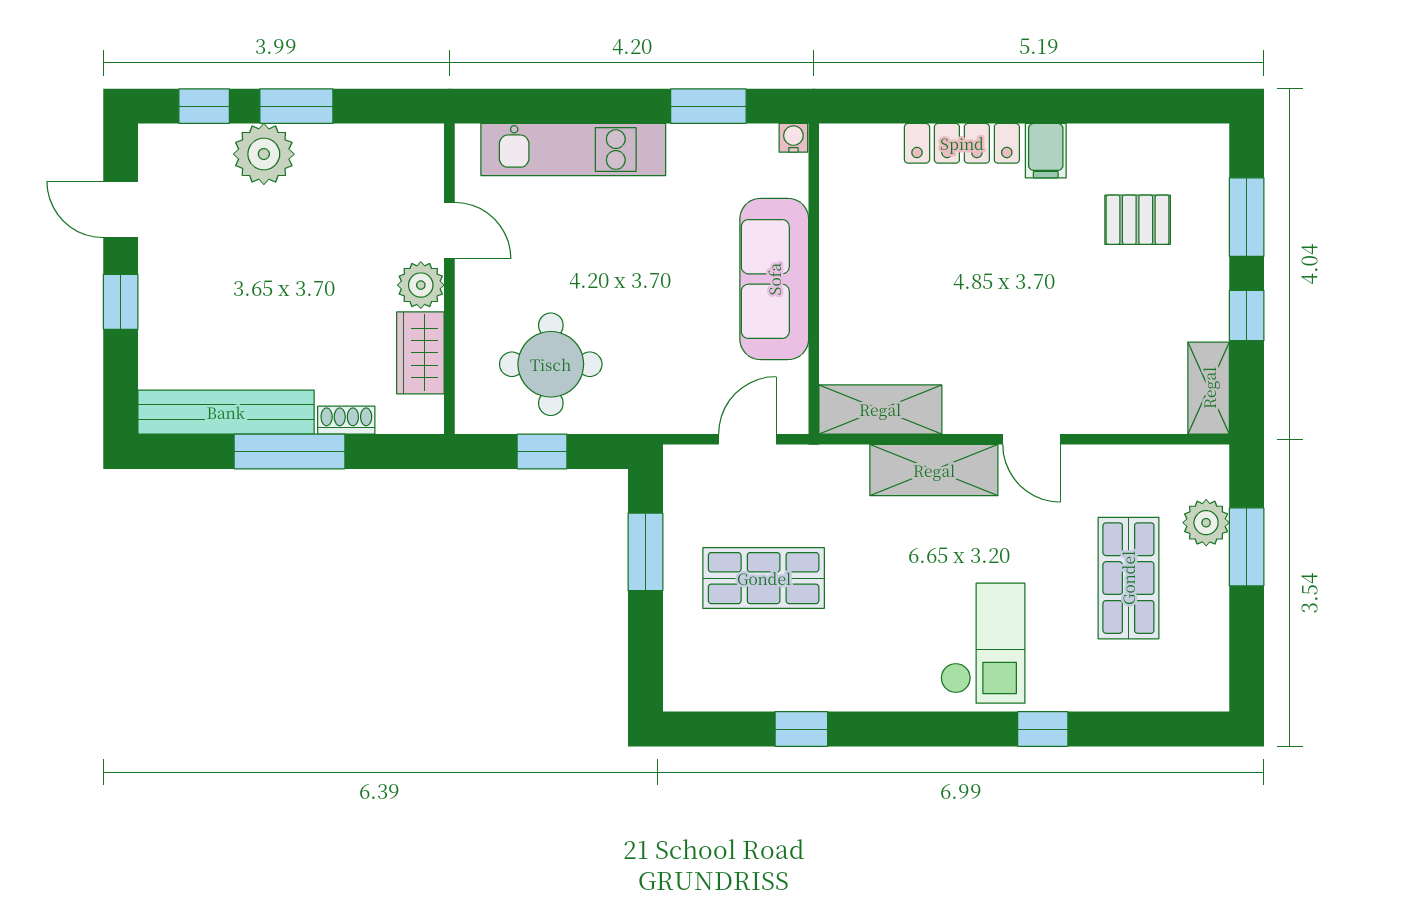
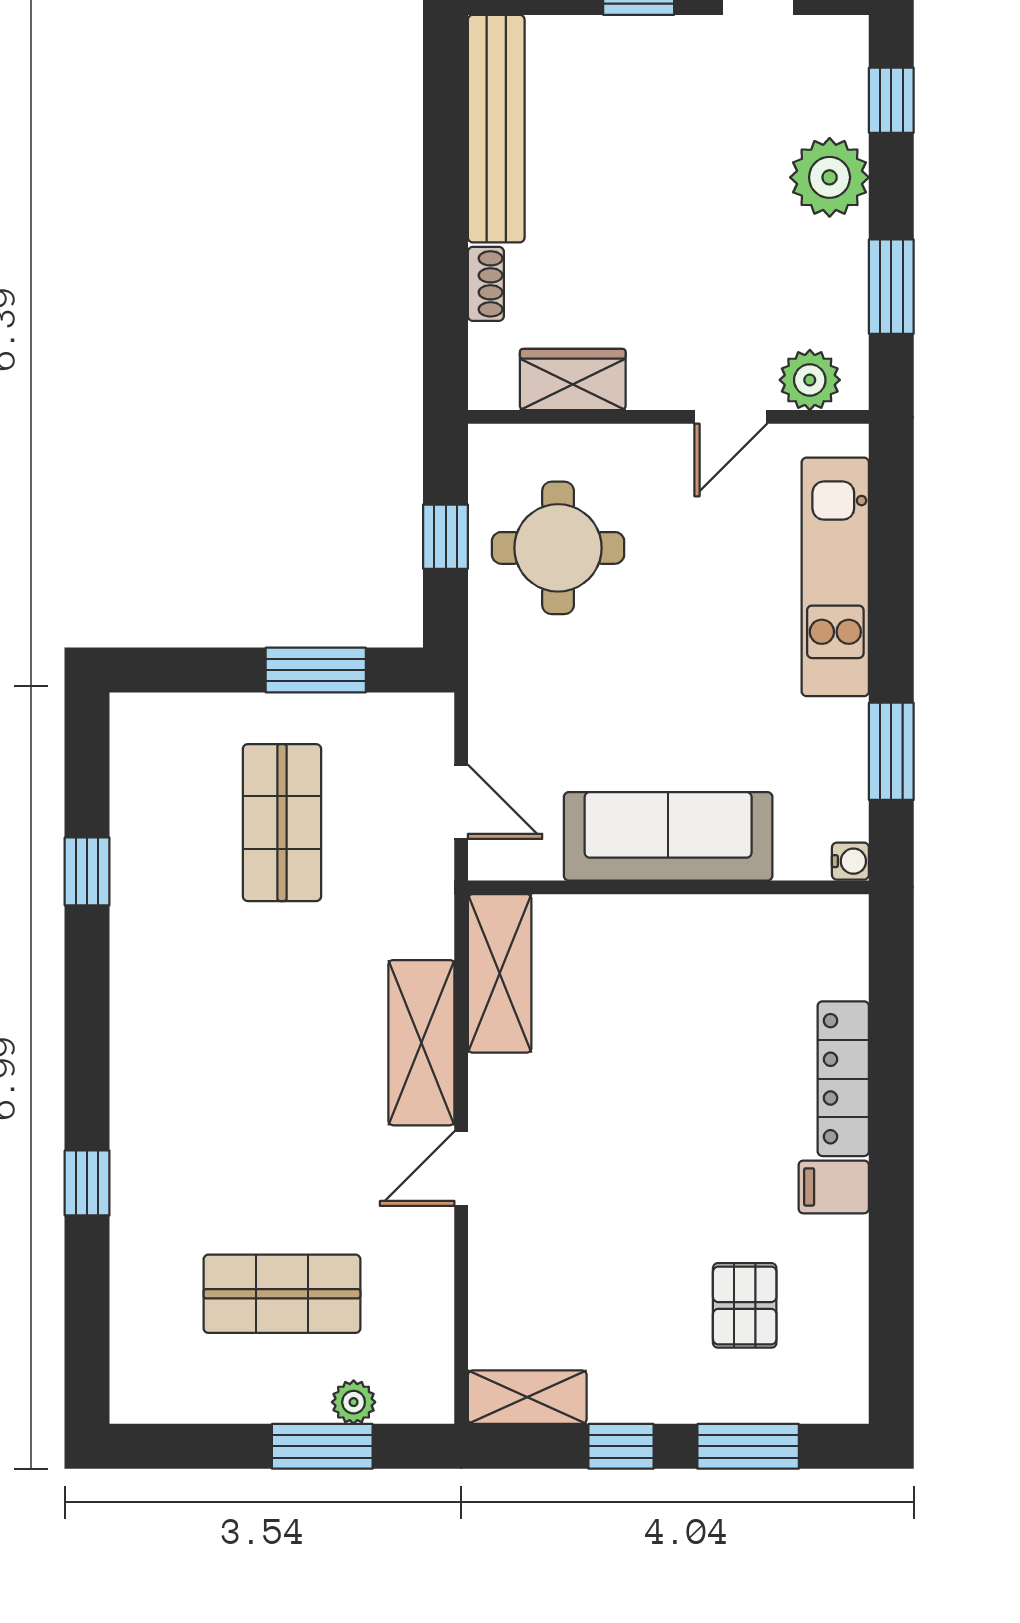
window: (296, 106) -> (891, 287), moved
plant: (421, 285) -> (810, 380), moved
window: (290, 451) -> (446, 211), removed
plant: (1206, 523) -> (354, 1402), width x0.73, depth x0.73
checkout: (983, 643) -> (198, 1106), removed

